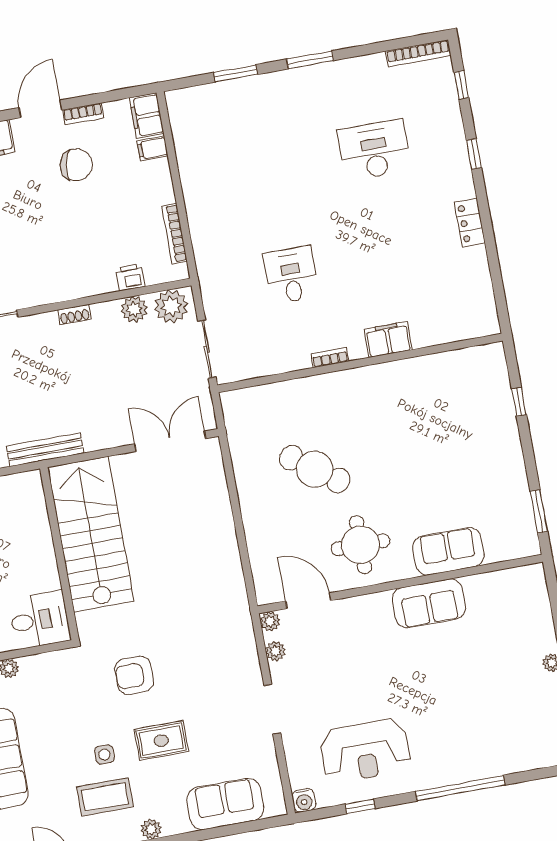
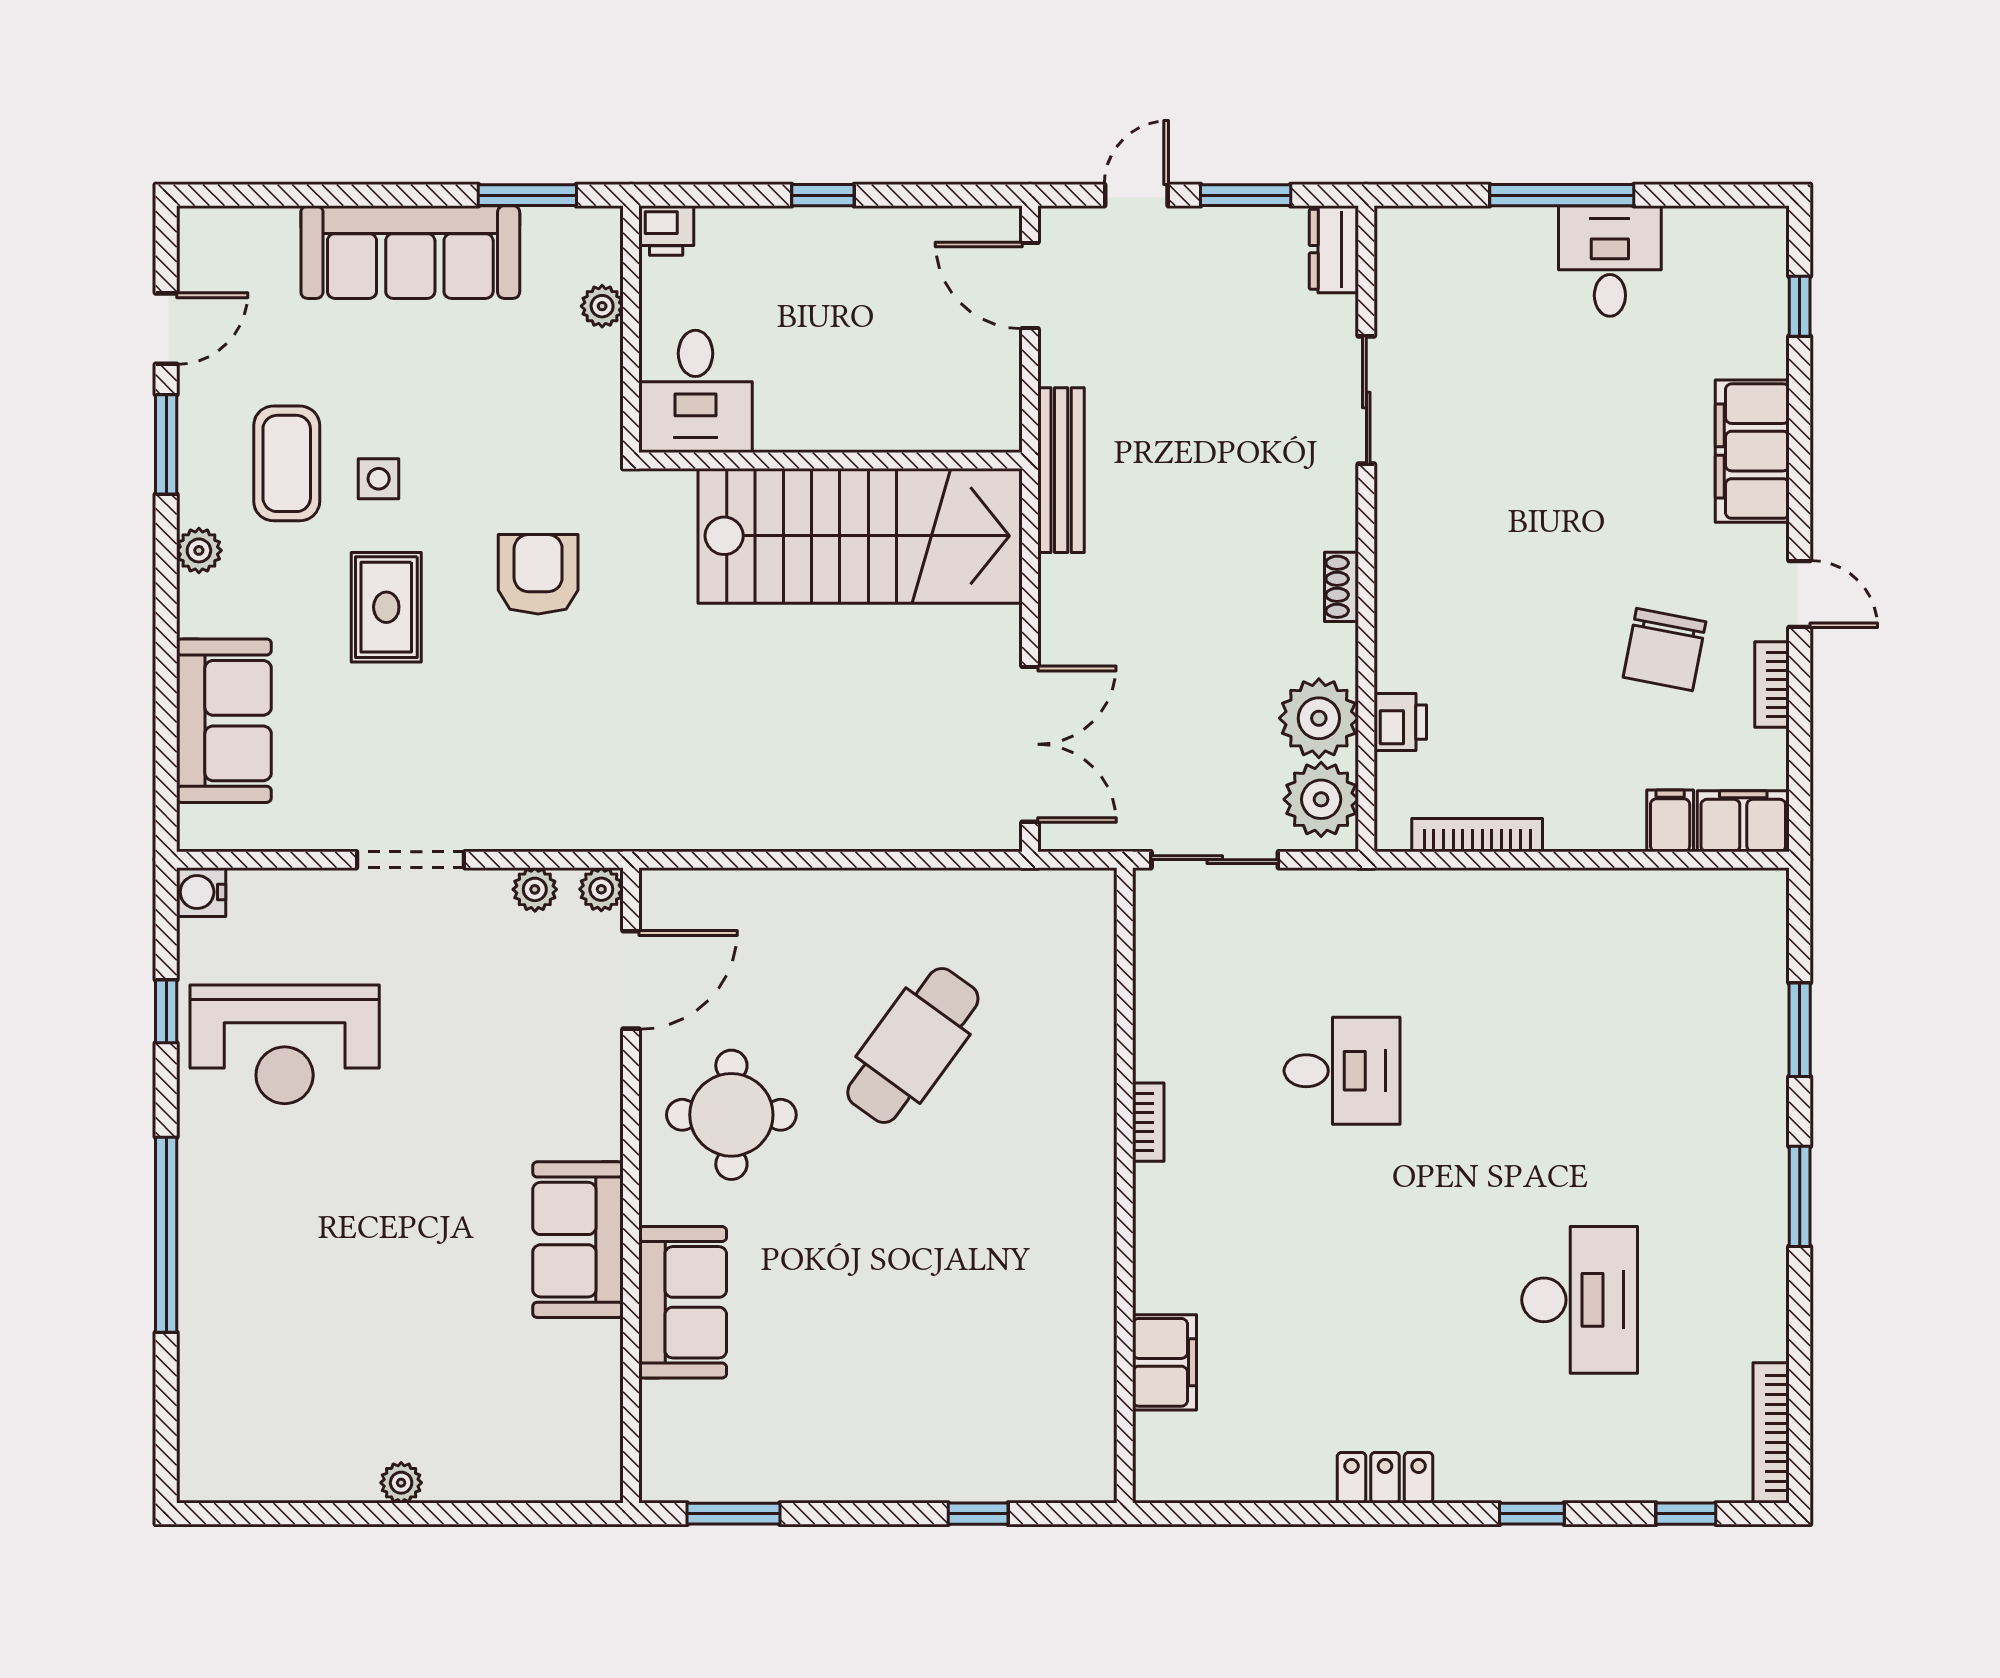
door: (40, 109) -> (1800, 594), width x0.73
plant: (134, 309) -> (1319, 718), width x1.36, depth x1.36
filing cabinet: (388, 339) -> (1164, 1362), moved
reception desk: (365, 751) -> (285, 1044), turned -90

